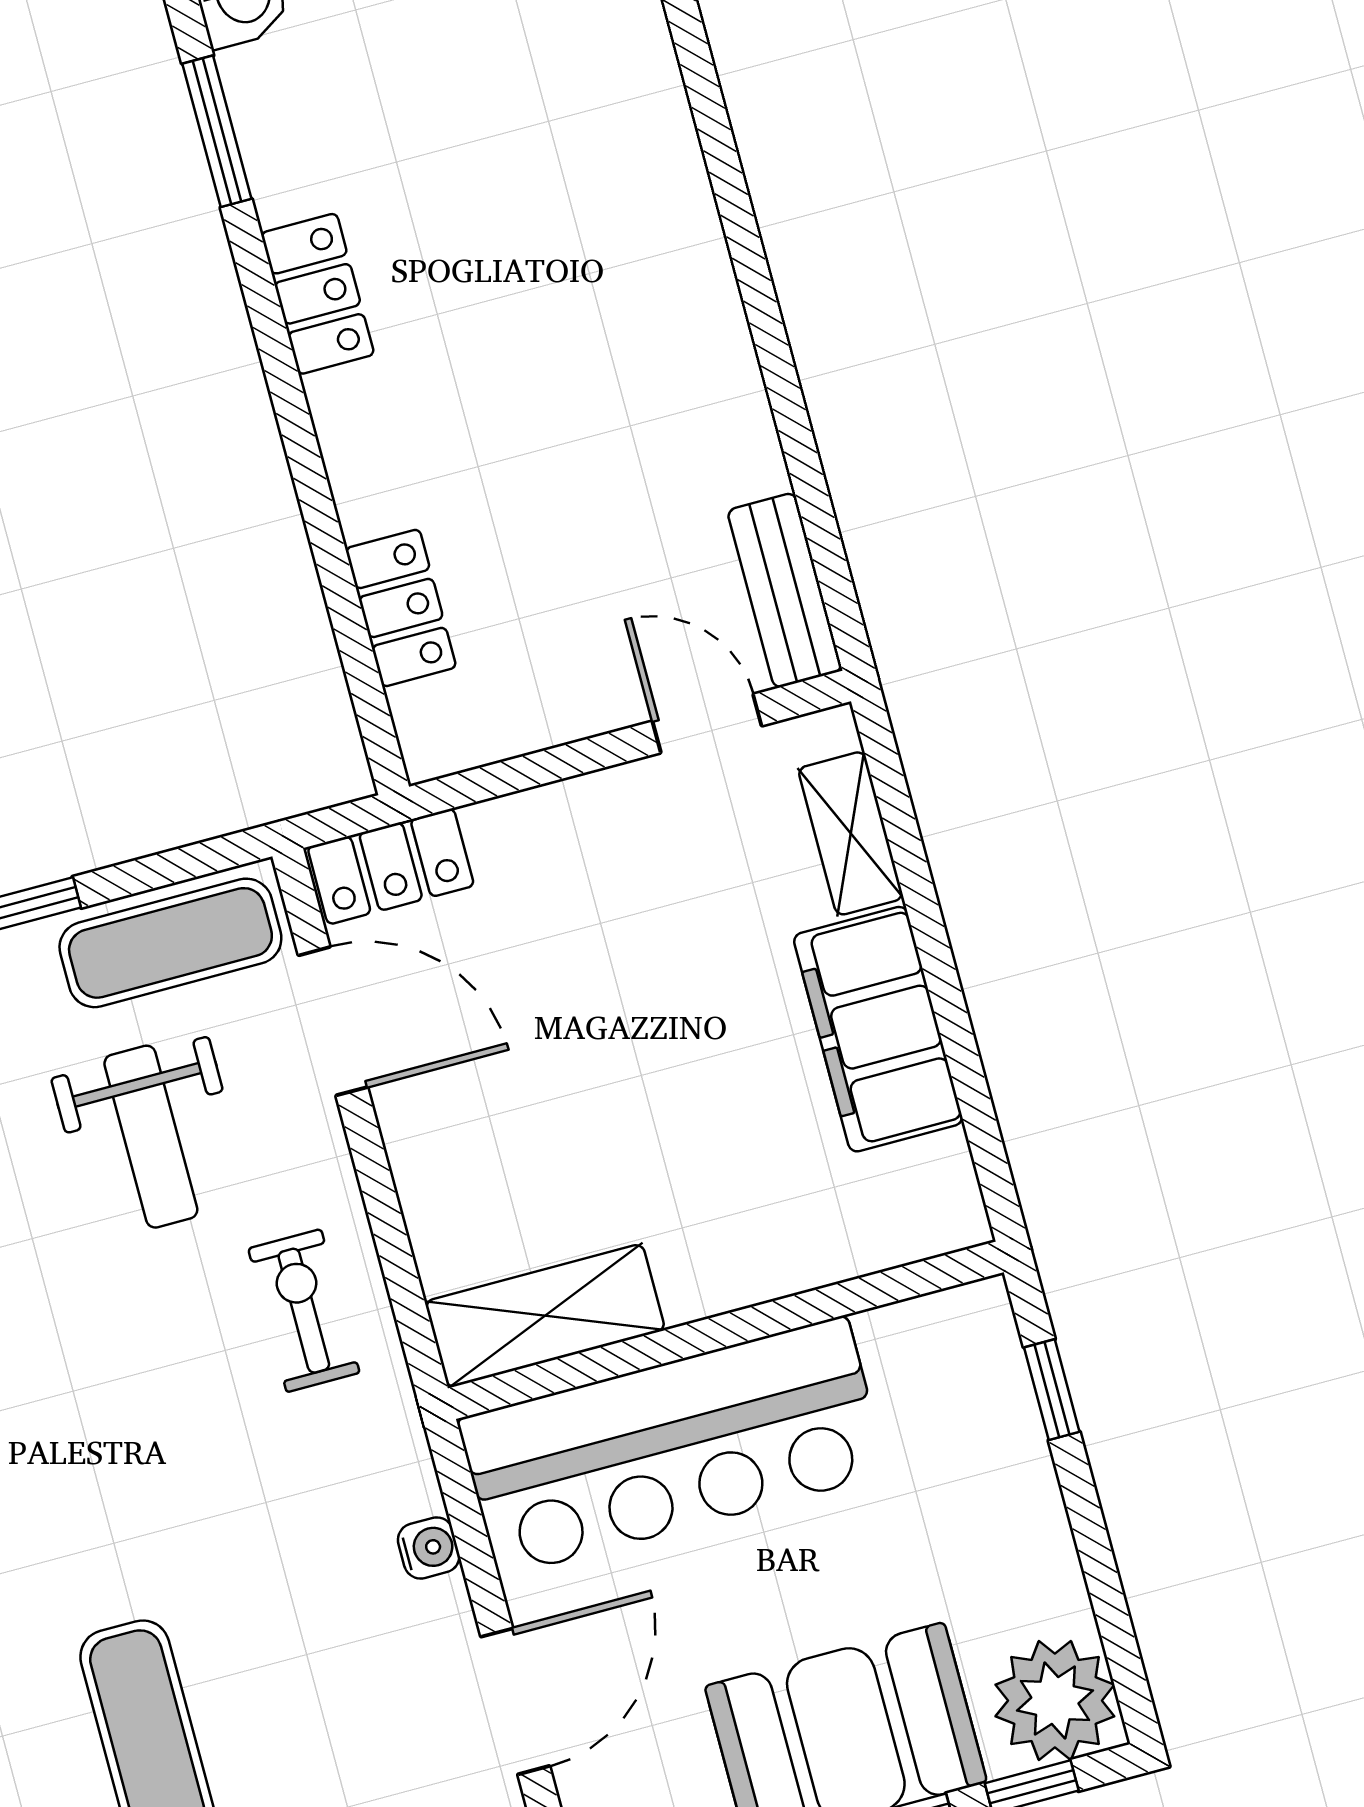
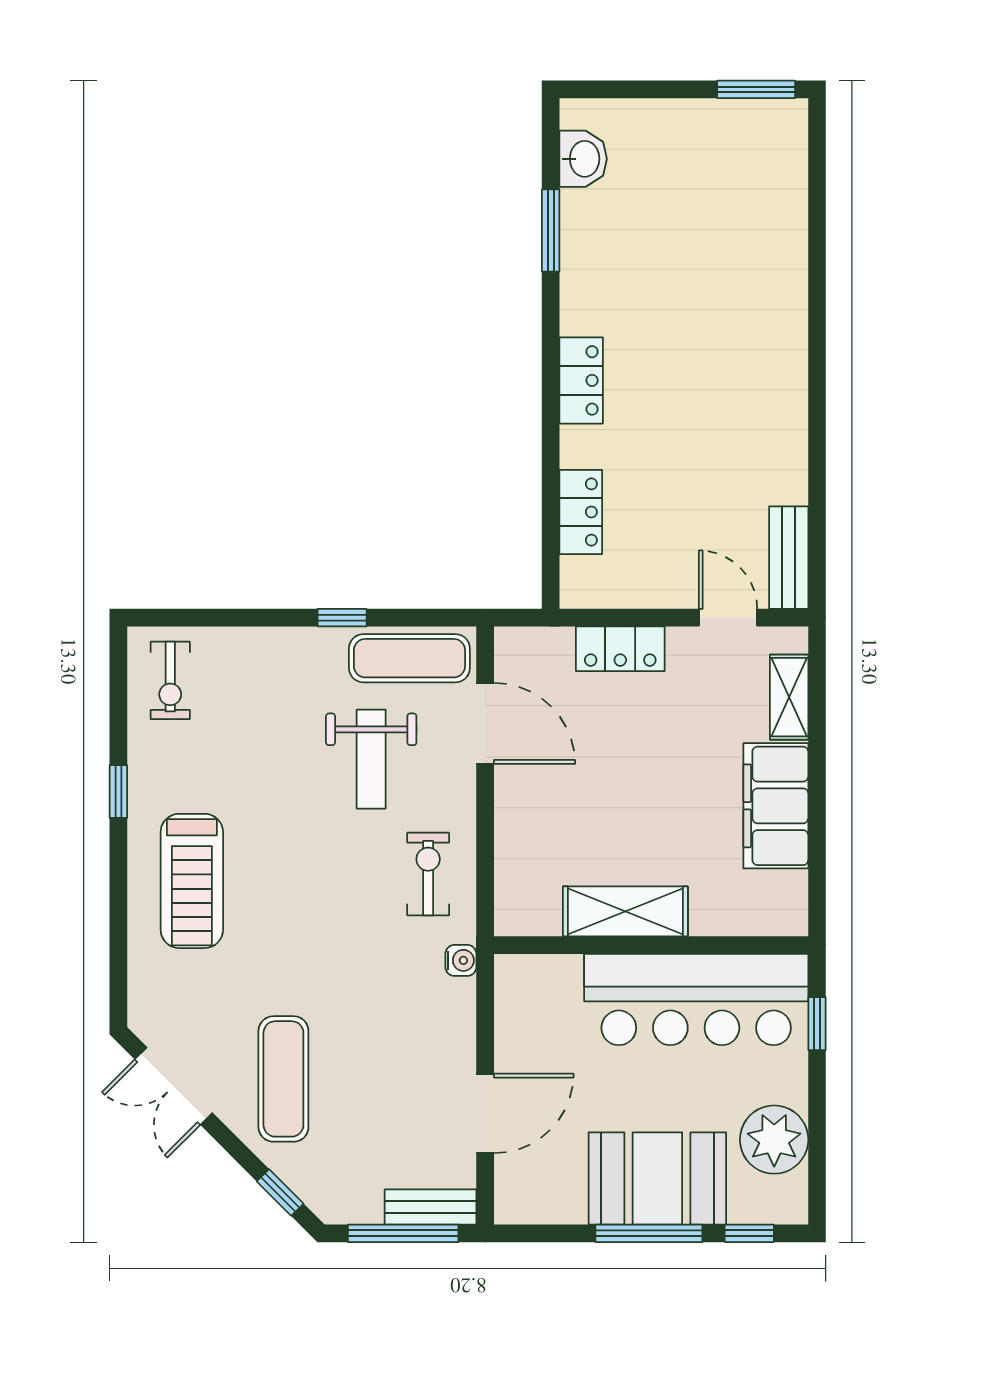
locker: (317, 294) -> (581, 380), moved
locker: (391, 866) -> (620, 649), moved
shelving: (545, 1316) -> (625, 911), moved
bar counter: (673, 1446) -> (696, 1000), moved
water cooler: (429, 1548) -> (461, 960), moved
plant: (1055, 1701) -> (774, 1140), moved

